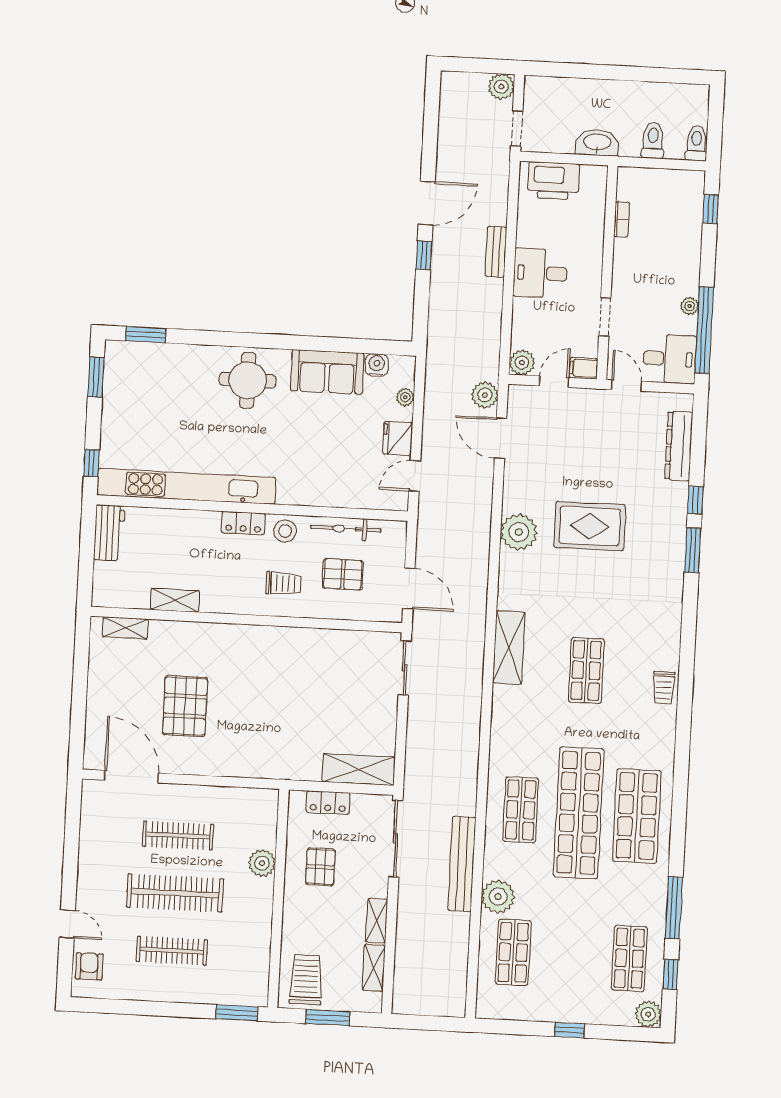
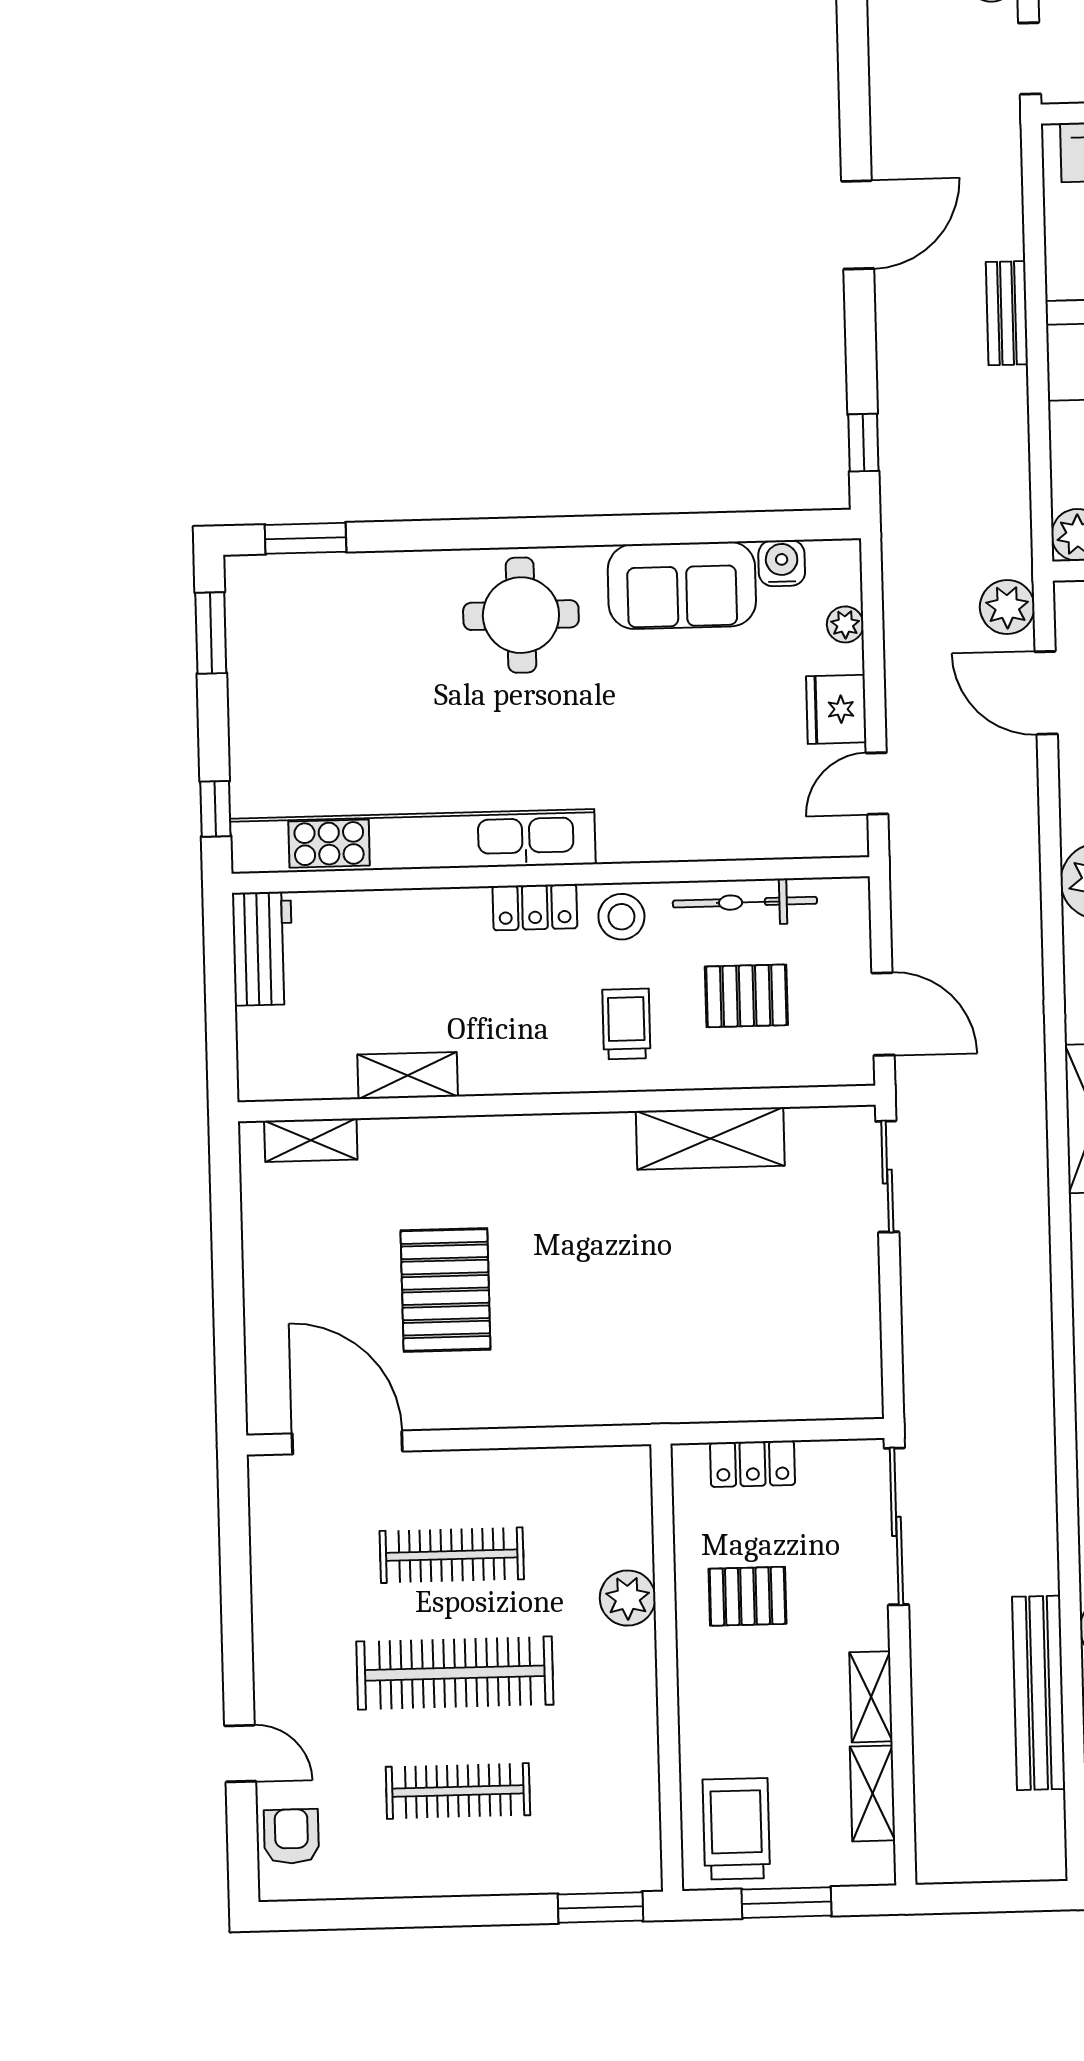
window: (424, 255) -> (863, 443), moved
trolley: (283, 583) -> (626, 1024), turned -90
shelving: (359, 769) -> (710, 1138), moved
bench: (462, 864) -> (1039, 1693), moved
pallet: (320, 867) -> (747, 1596), turned 90

